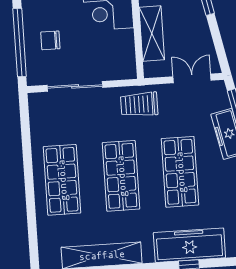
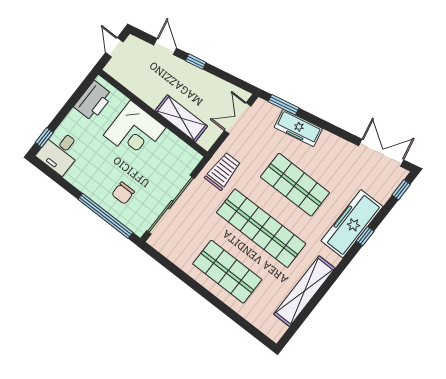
sliding door: (75, 86) -> (170, 205), width x1.36
trolley: (139, 104) -> (223, 171), turned 180
shop shelf: (121, 176) -> (261, 228), width x1.40

